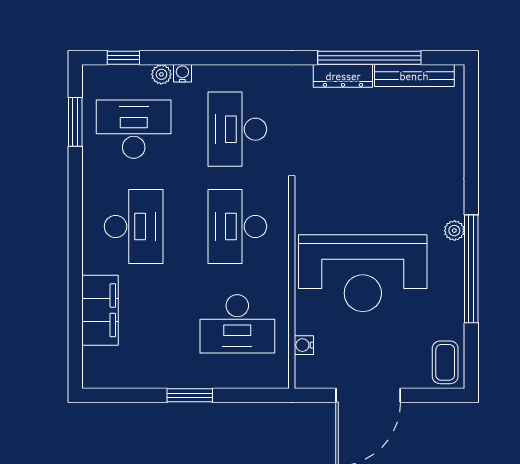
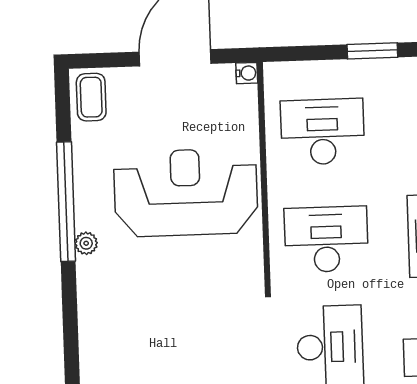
desk: (237, 226) -> (326, 239), turned -90
water cooler: (304, 345) -> (247, 73), moved

